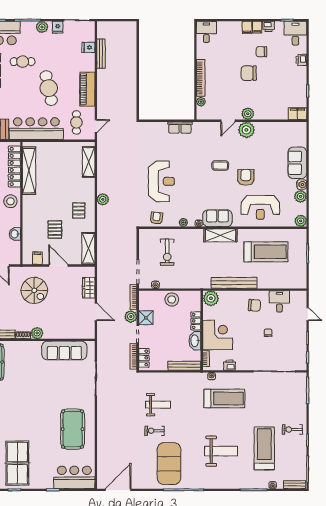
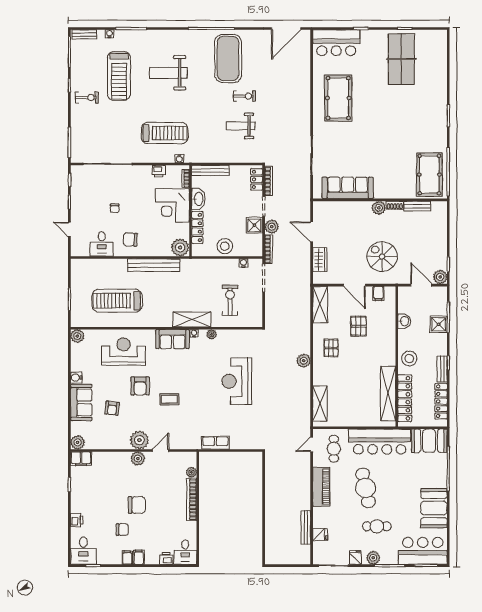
printer: (269, 26) -> (166, 558), moved
cafe table: (23, 62) -> (377, 526), moved
plant: (300, 196) -> (78, 442), moved
armchair: (156, 218) -> (112, 408), moved
shelving: (220, 235) -> (192, 320), moved
locker: (196, 321) -> (197, 227), width x1.53
treadmill: (224, 398) -> (165, 133), turned 180

